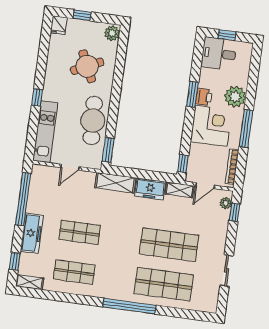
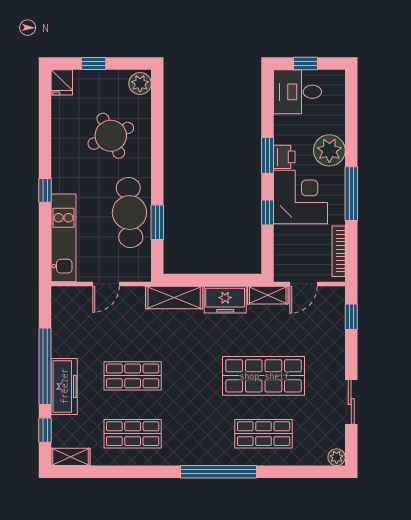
window: (108, 150) -> (157, 222), moved
window: (183, 164) -> (267, 213), moved
window: (23, 199) -> (45, 366), moved
plant: (226, 203) -> (337, 457), moved
shop shelf: (164, 284) -> (264, 434), width x0.70, depth x0.74

